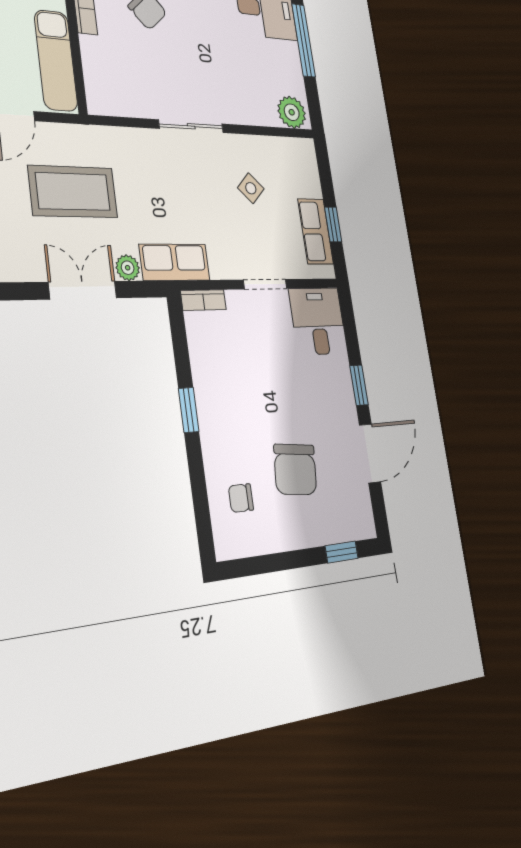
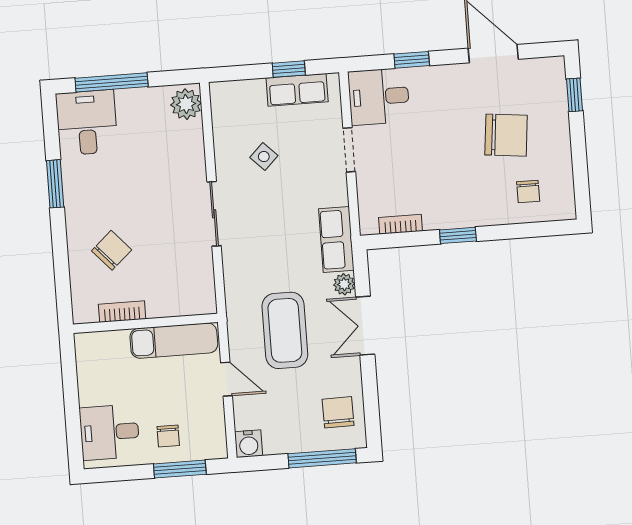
bookcase: (203, 300) -> (401, 224), moved, turned -90
window: (359, 385) -> (412, 60), moved

